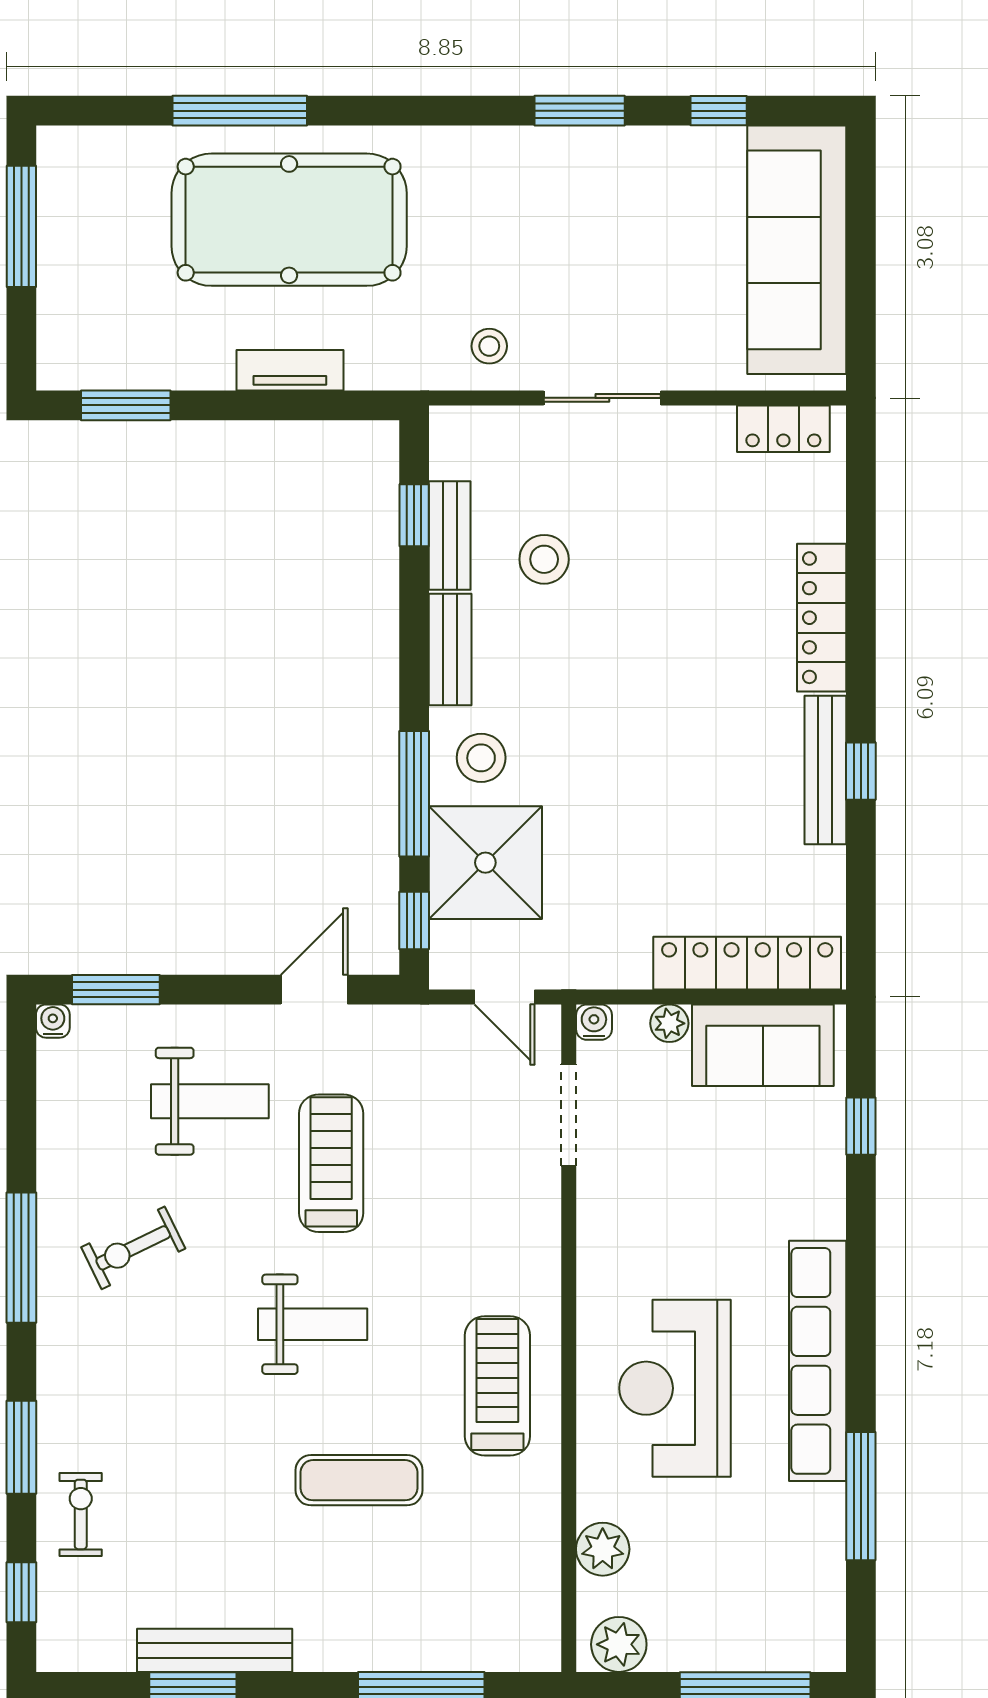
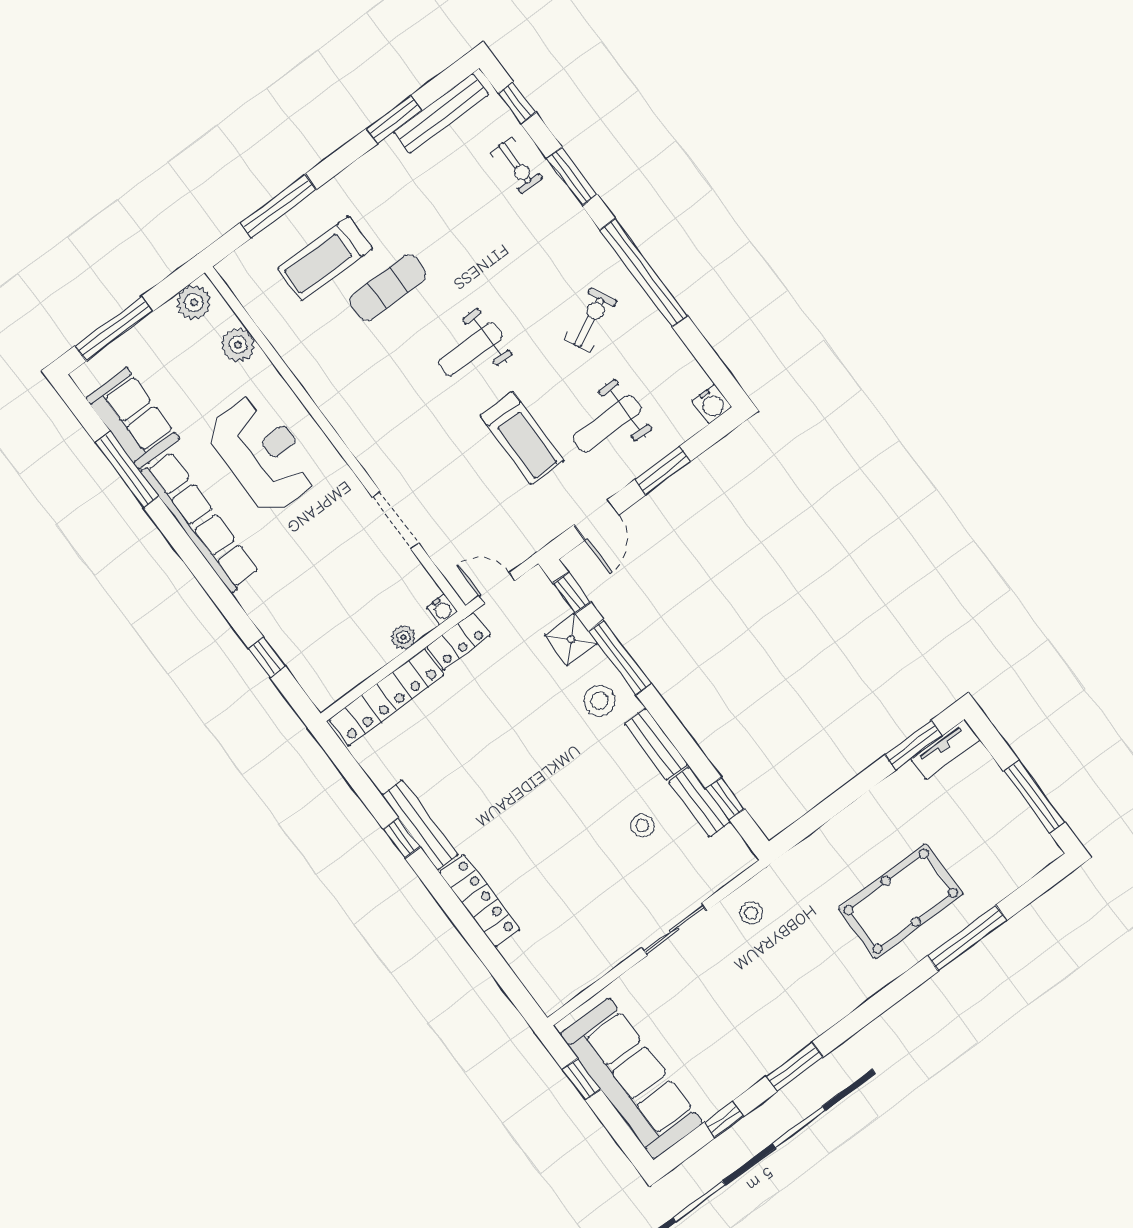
pool table: (289, 220) -> (901, 901), width x0.73, depth x0.76
window: (861, 296) -> (581, 1079), added
tv unit: (290, 370) -> (945, 749), moved
locker: (783, 429) -> (458, 641), moved, turned 180
stool: (544, 559) -> (643, 825), width x0.73, depth x0.73
shower: (485, 863) -> (571, 639), width x0.54, depth x0.54
window: (116, 990) -> (663, 470), moved
water cooler: (53, 1021) -> (712, 404), width x1.38, depth x1.38
sofa: (763, 1045) -> (133, 418), moved, turned 90
doorway: (569, 1115) -> (396, 520), moved
window: (21, 1258) -> (644, 273), width x1.46
treadmill: (497, 1386) -> (325, 258), moved, turned 90
bench: (215, 1650) -> (441, 113), moved

